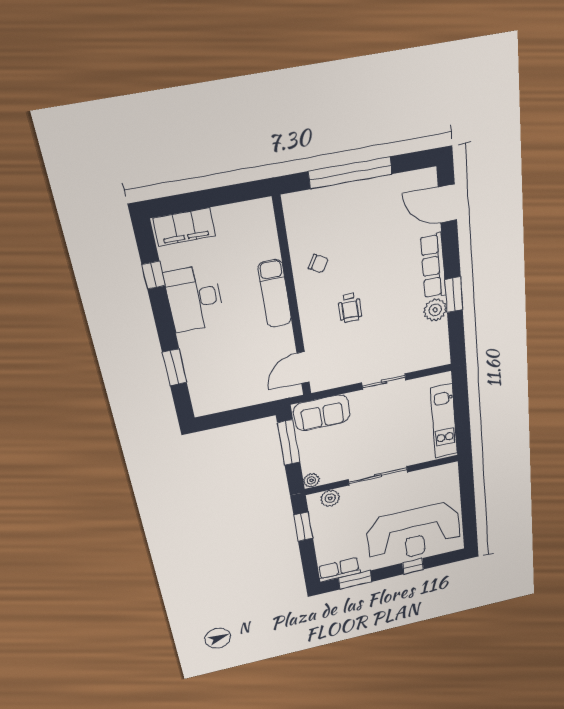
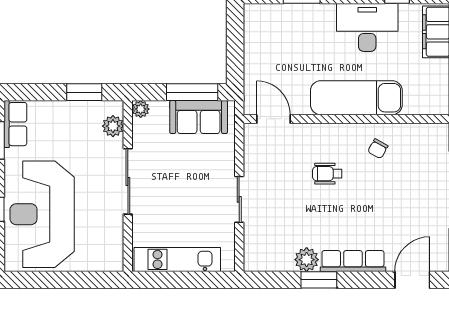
exam couch: (275, 294) -> (356, 98), width x1.36, depth x1.45
sofa: (322, 413) -> (199, 117), moved, turned -90

